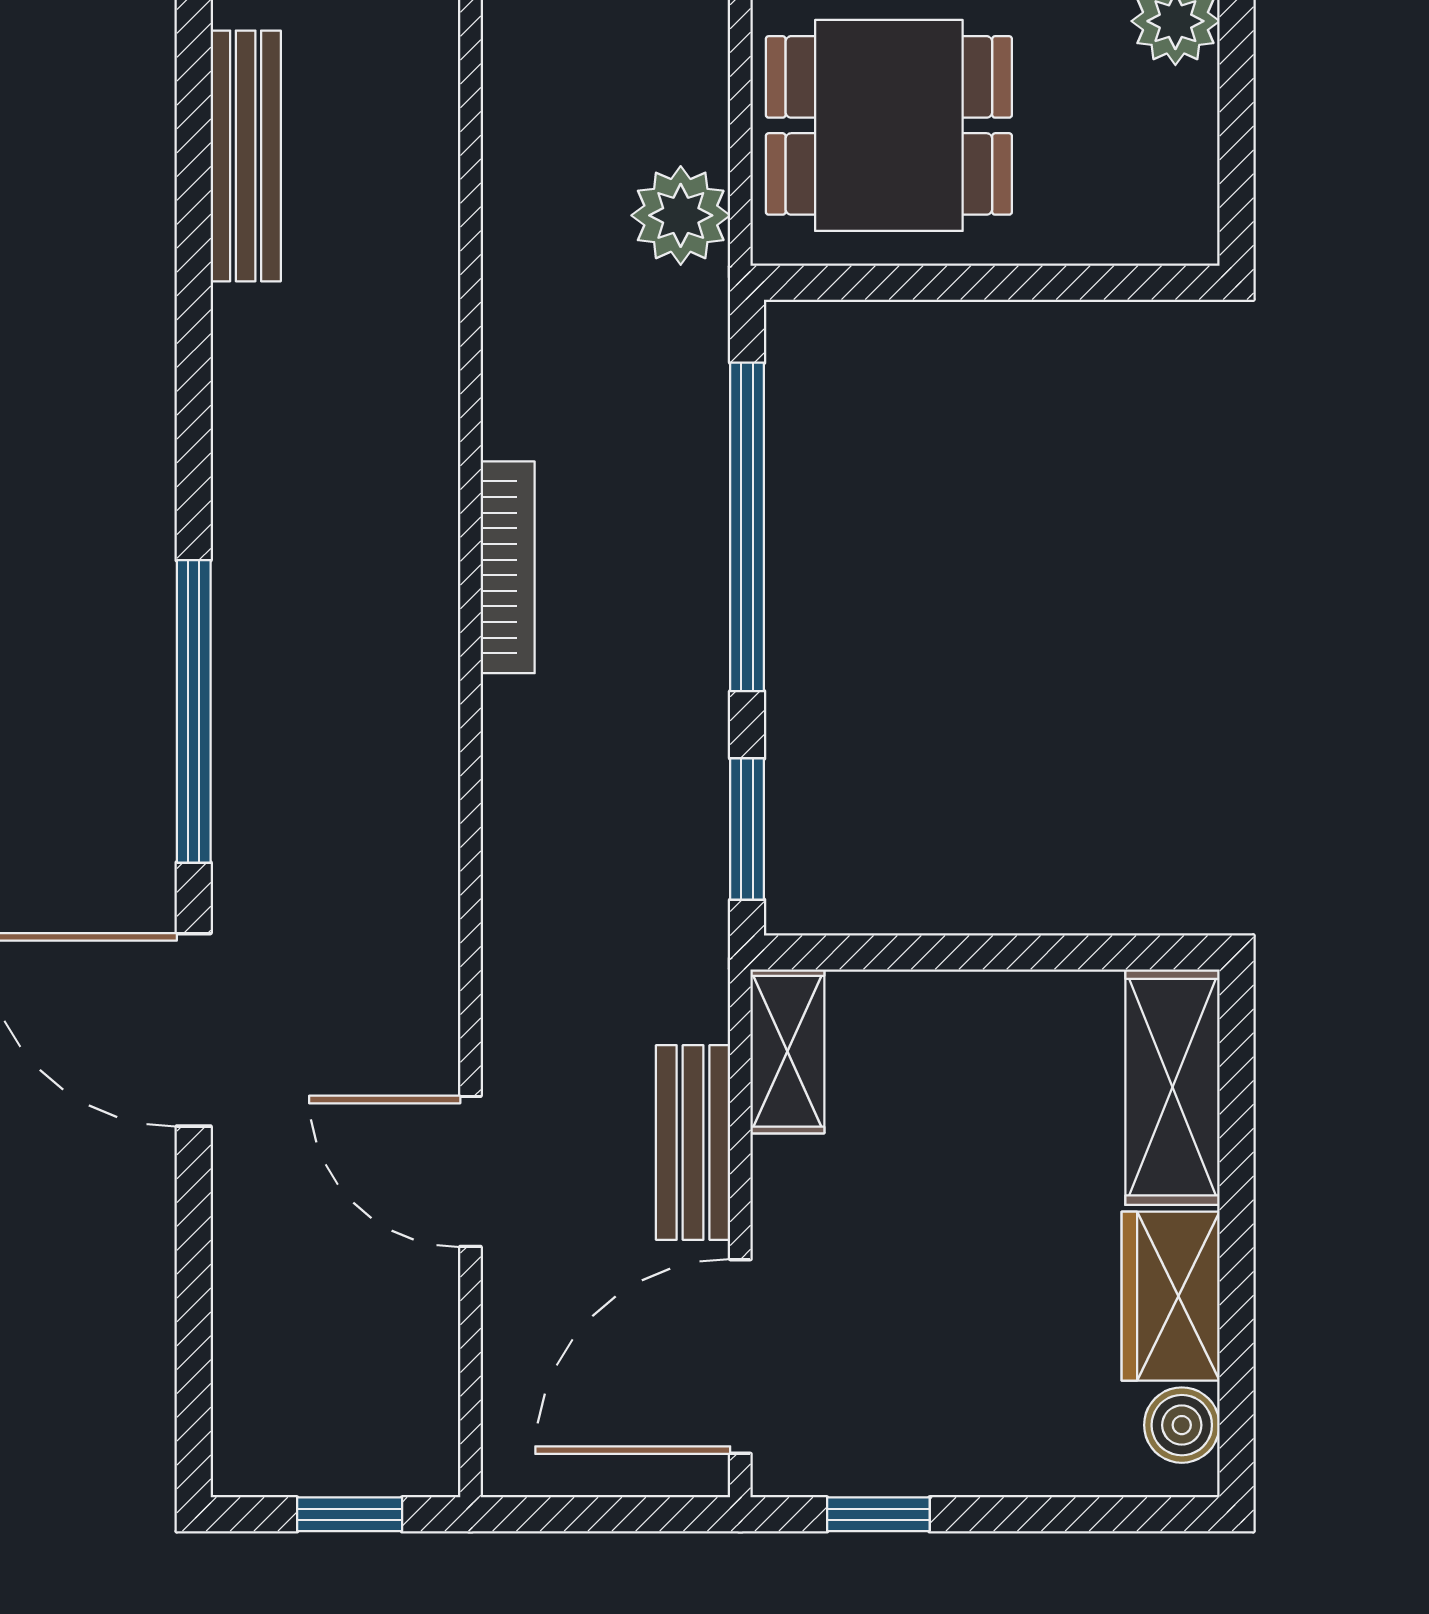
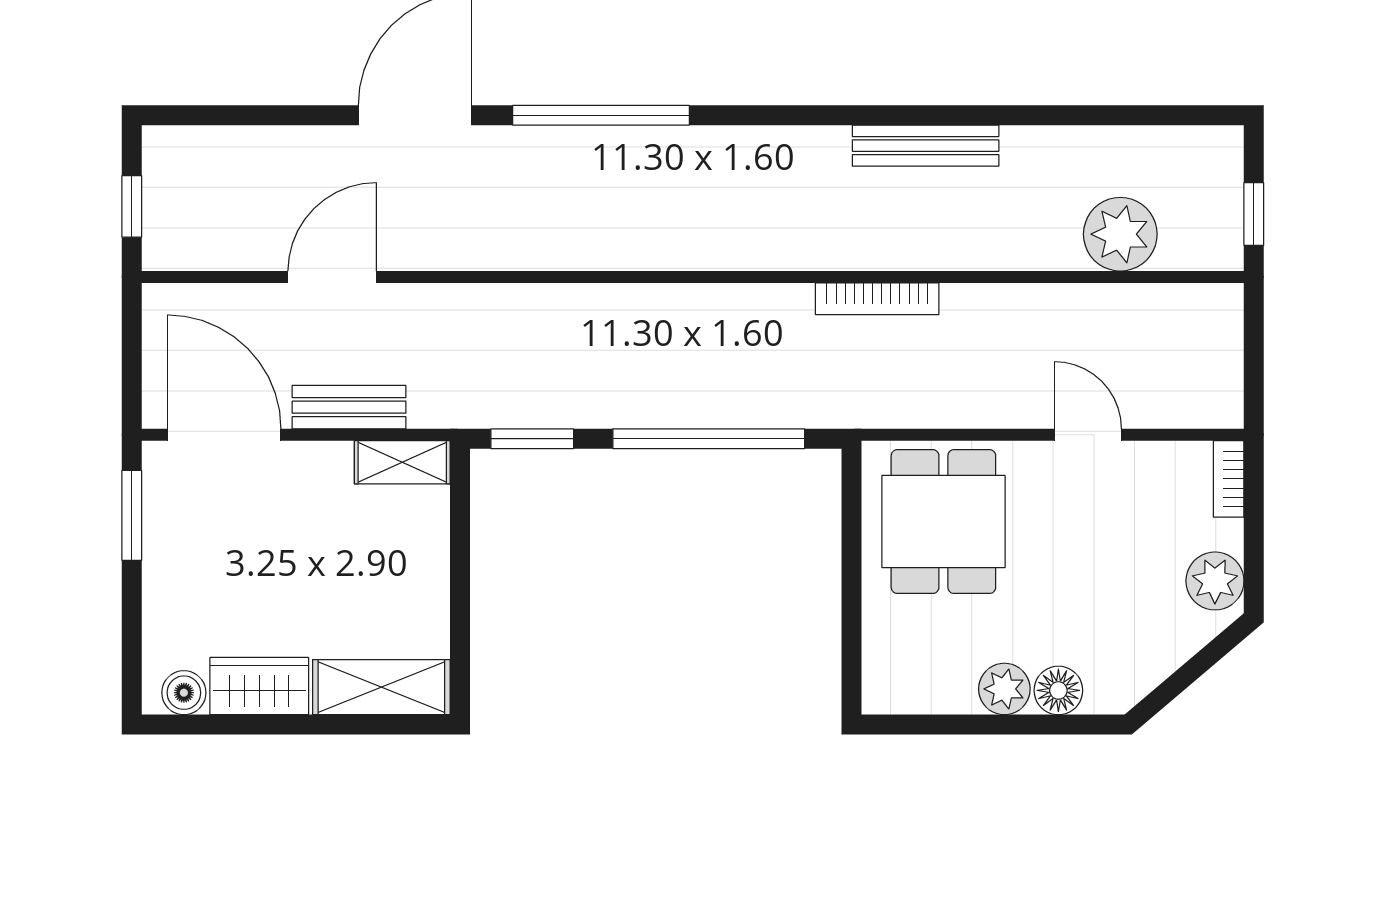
plant: (681, 215) -> (891, 400), removed
bookcase: (508, 567) -> (877, 299), moved
window: (878, 1514) -> (132, 515), width x1.50

